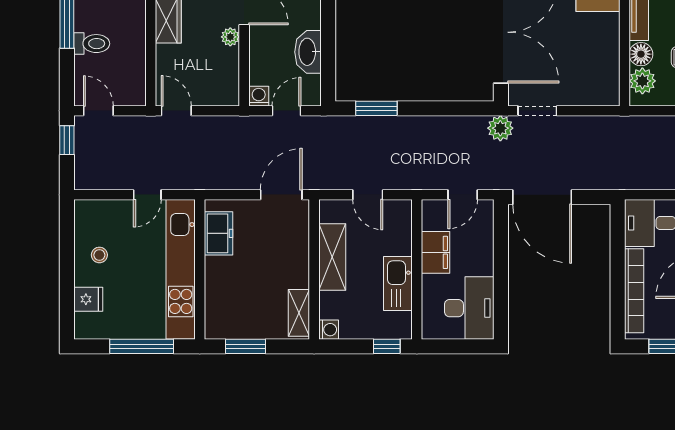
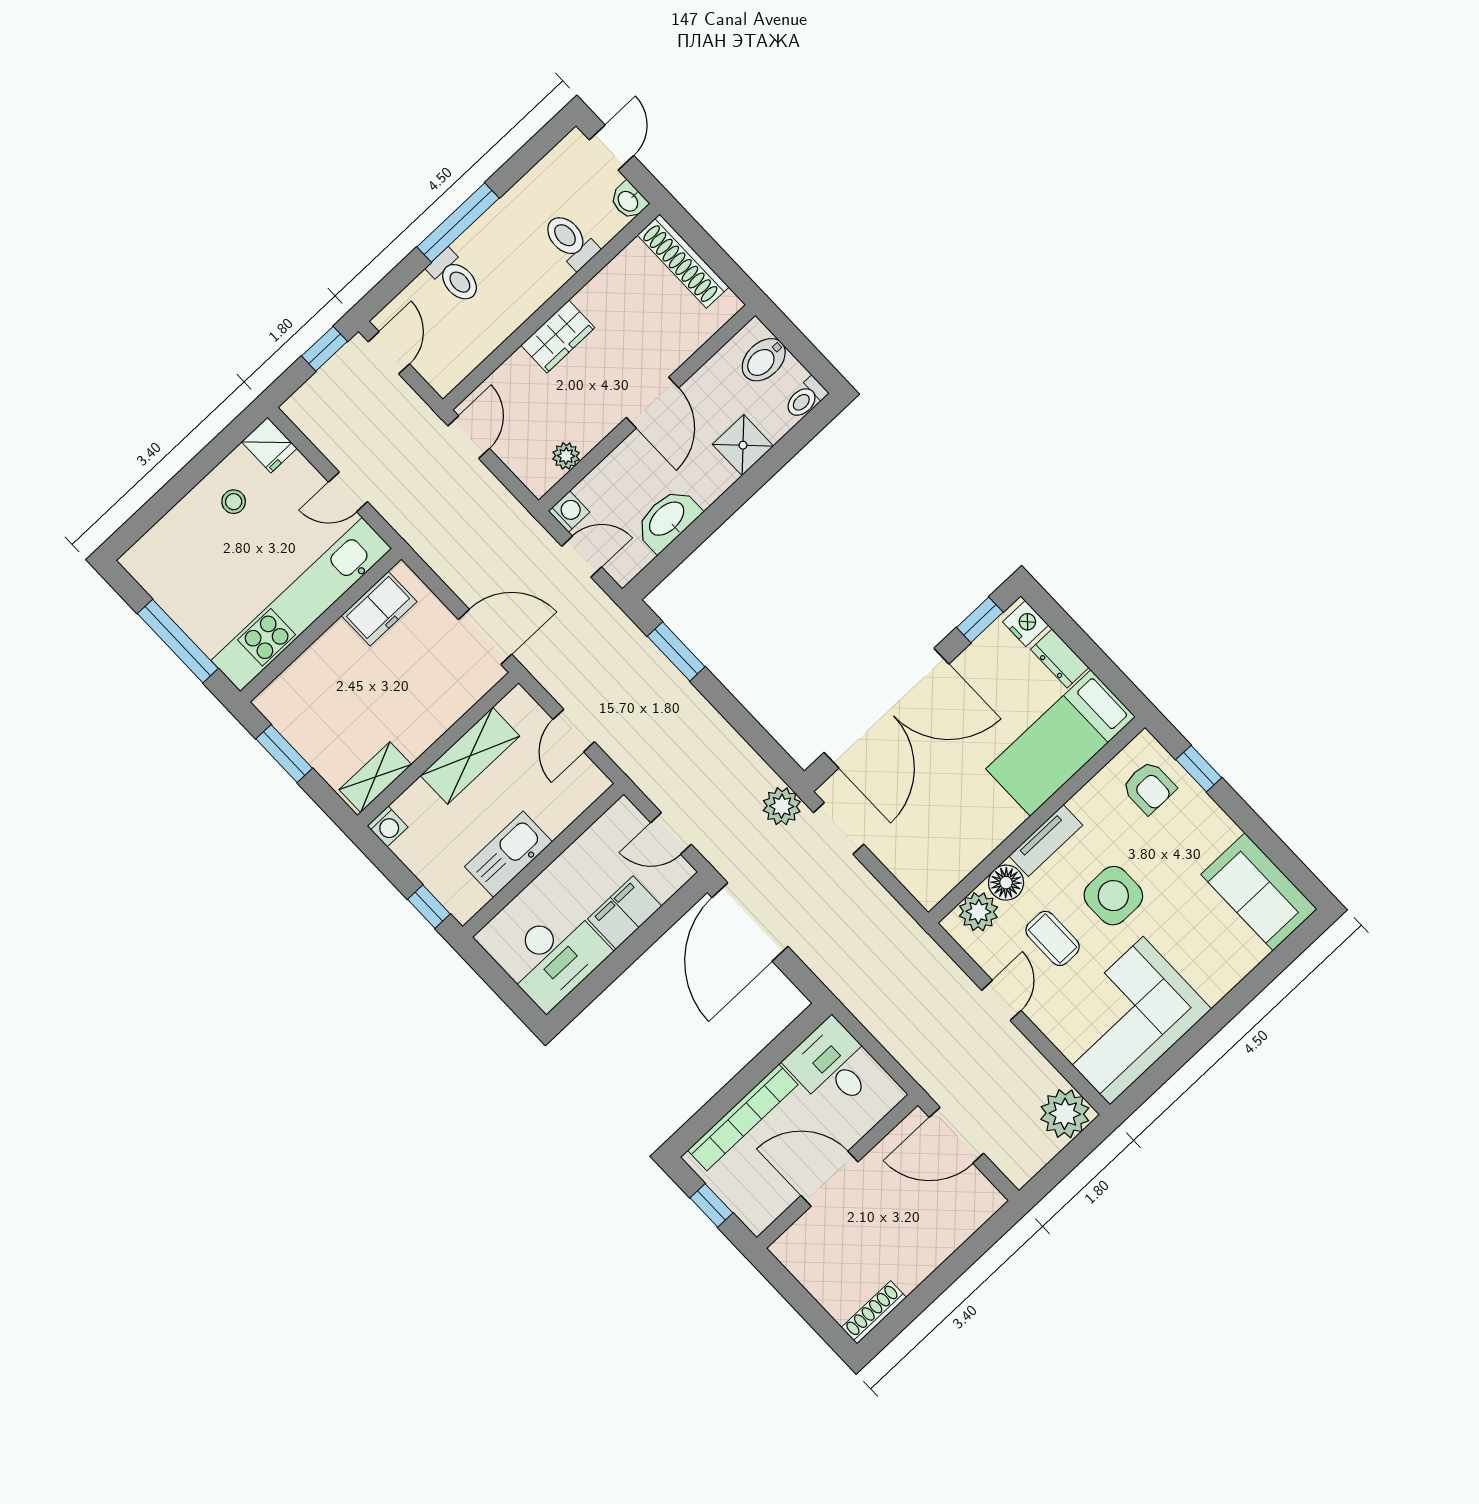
plant: (230, 37) -> (566, 456), moved
filing cabinet: (436, 252) -> (625, 912), moved, turned 180
fridge: (88, 299) -> (269, 445), moved

